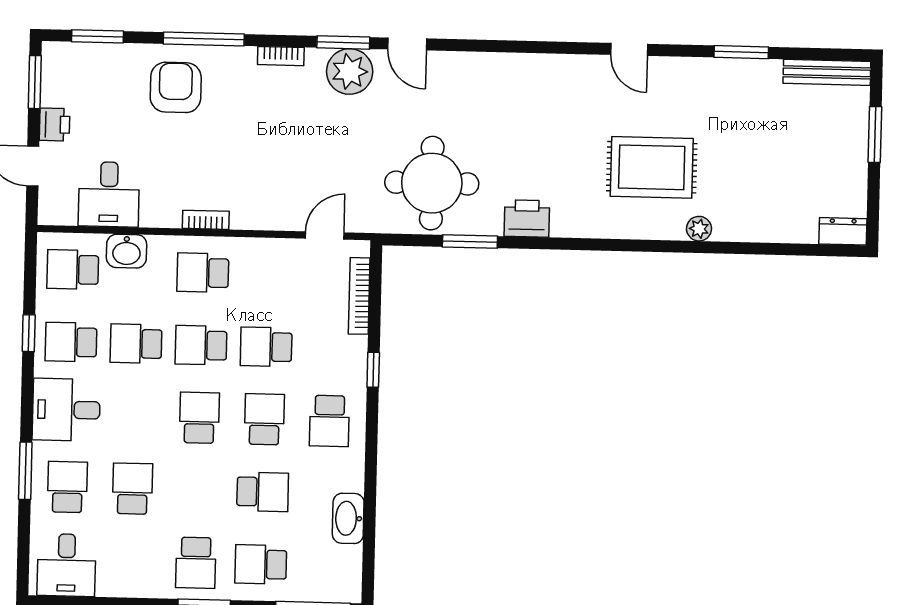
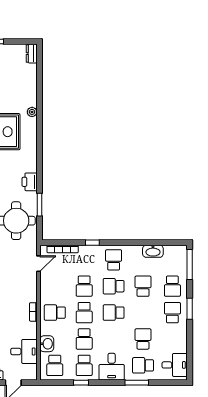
door: (325, 236) -> (38, 264), swing flipped
school desk: (203, 273) -> (55, 313), turned 90
school desk: (329, 421) -> (114, 260), turned -90
school desk: (132, 489) -> (143, 339), turned 90
school desk: (196, 563) -> (172, 313), turned -90

